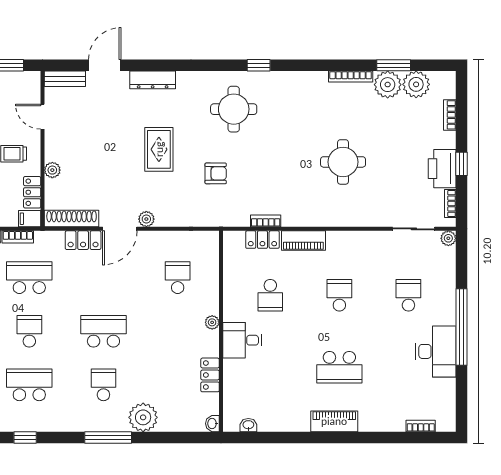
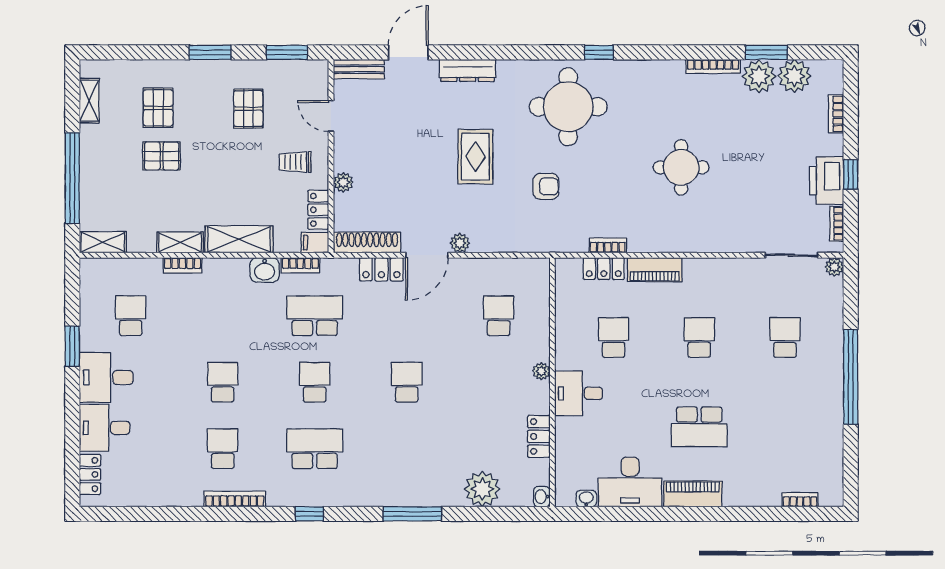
round table: (234, 109) -> (568, 107), width x1.36, depth x1.36
round table: (343, 162) -> (681, 167), moved
school desk: (270, 295) -> (614, 338), turned 180
school desk: (103, 331) -> (407, 382), width x0.54
desk: (436, 351) -> (630, 482), moved, turned 90
school desk: (103, 385) -> (407, 449), removed
plant: (143, 417) -> (482, 489), moved

